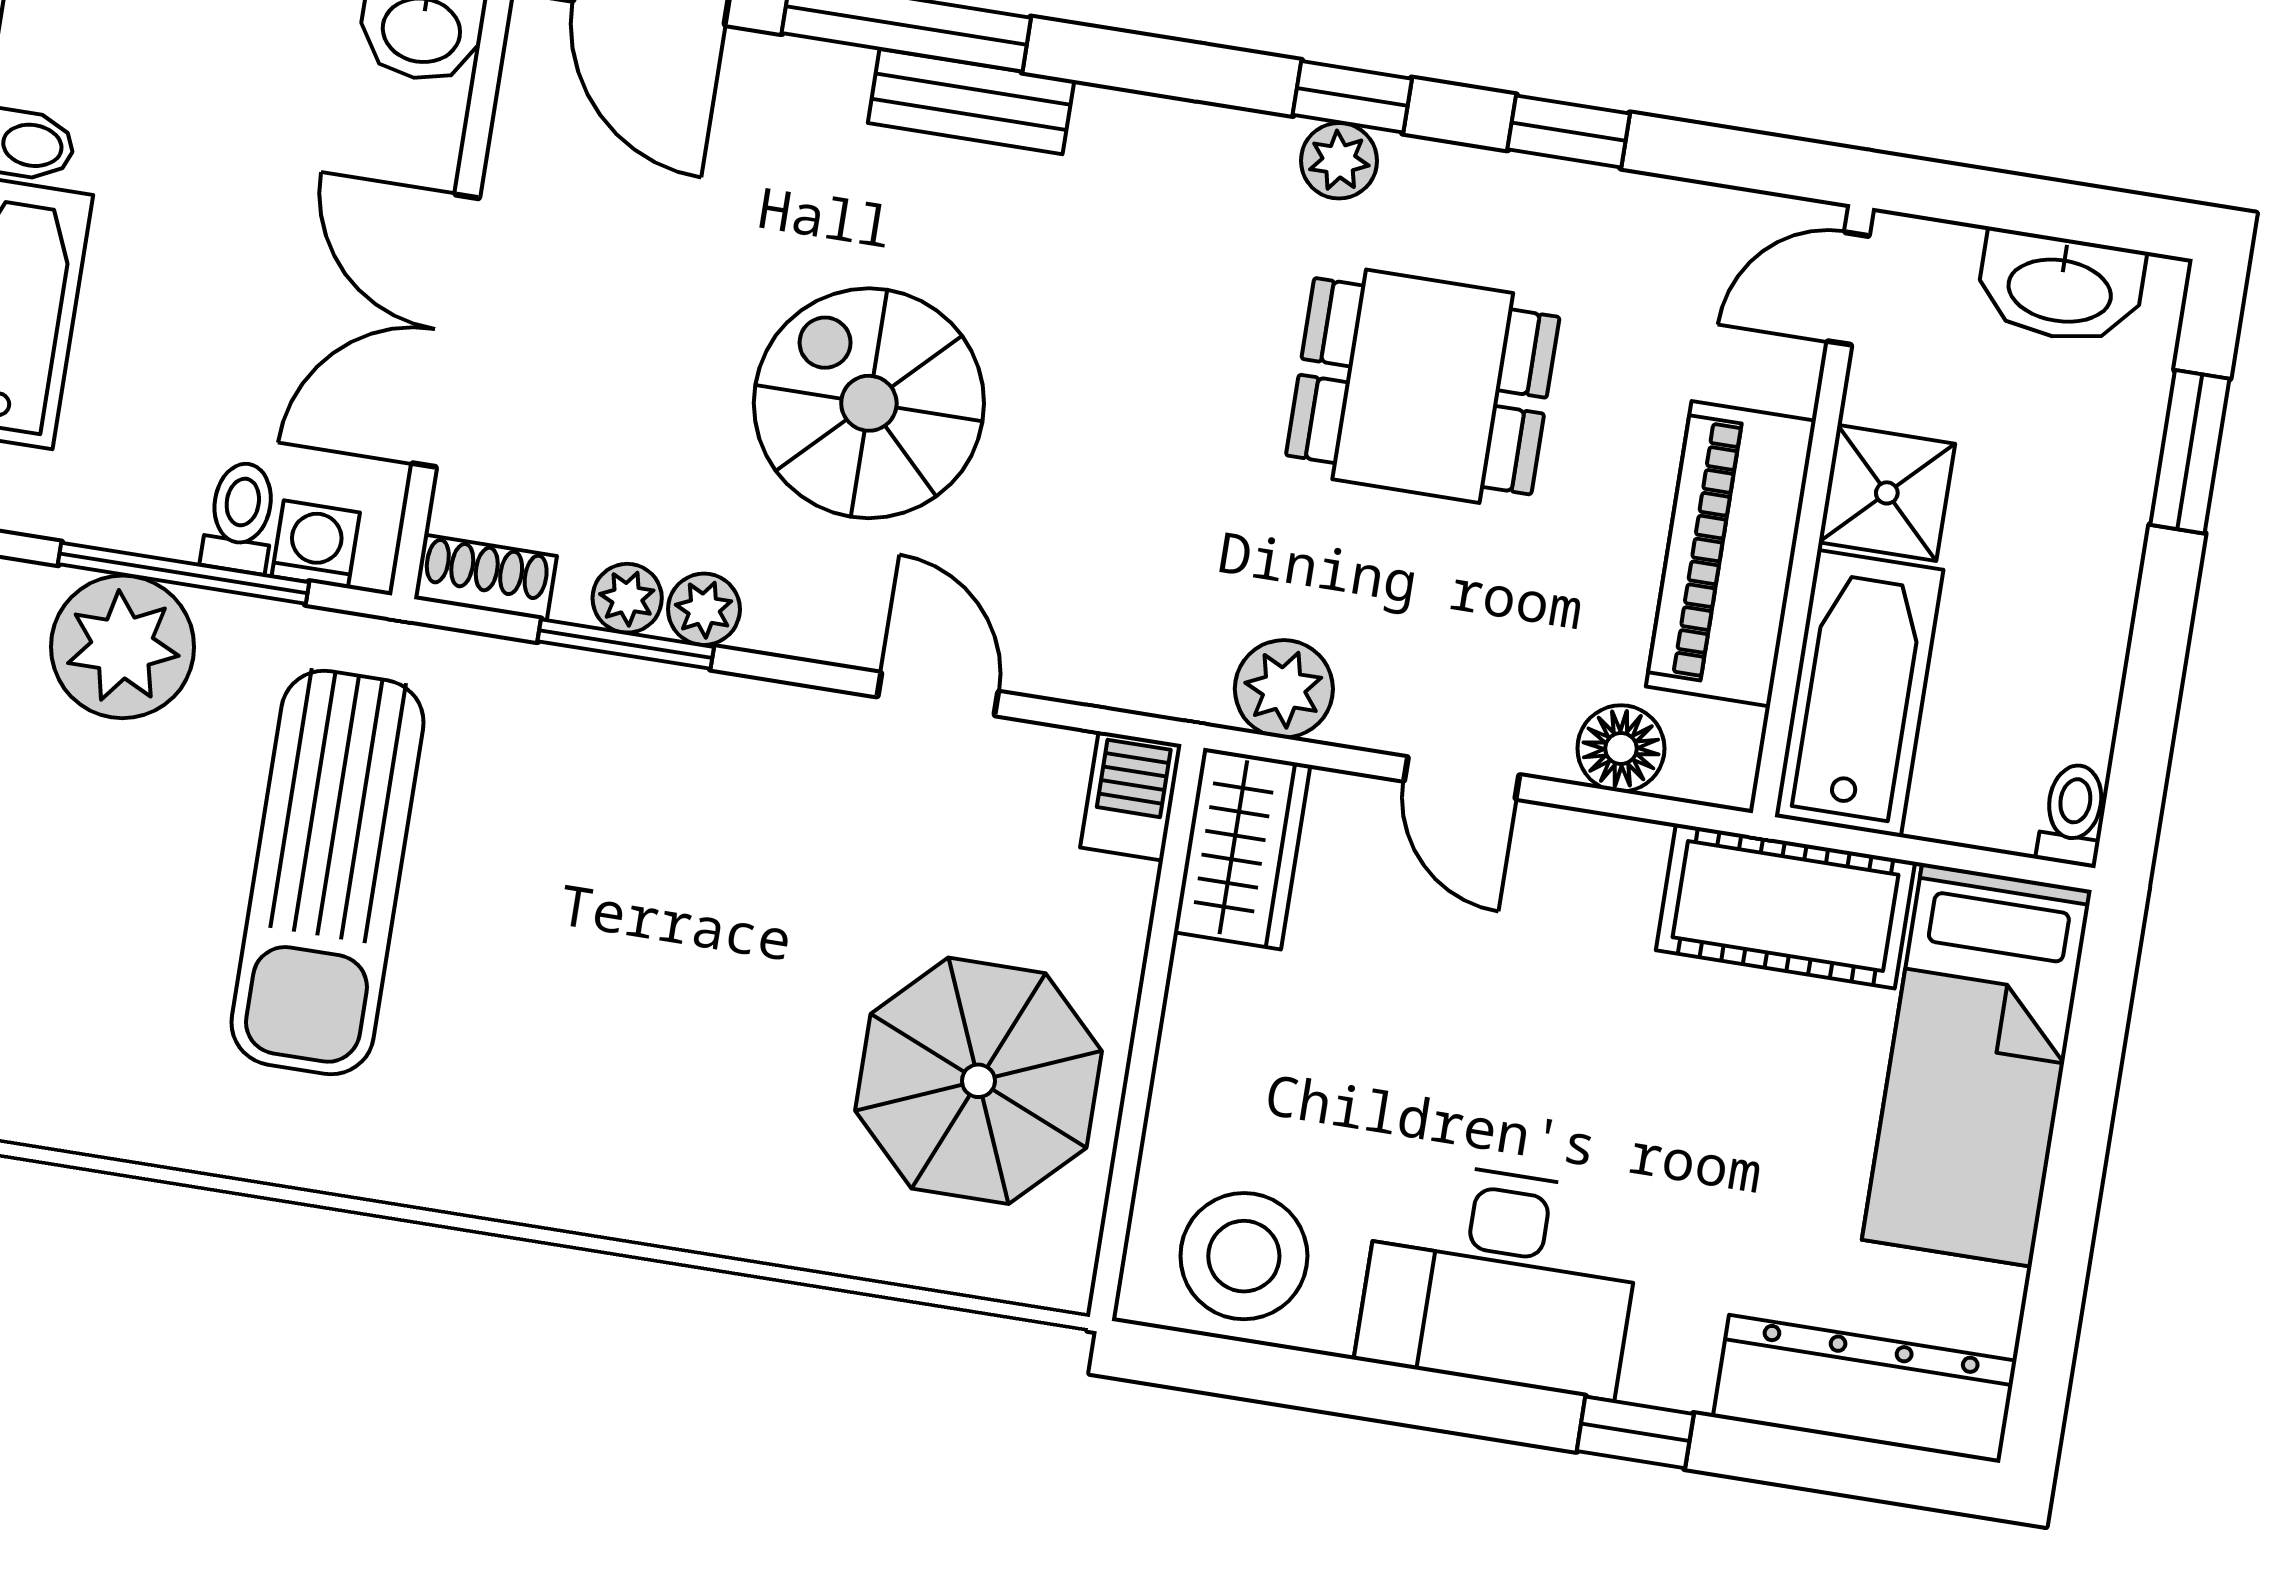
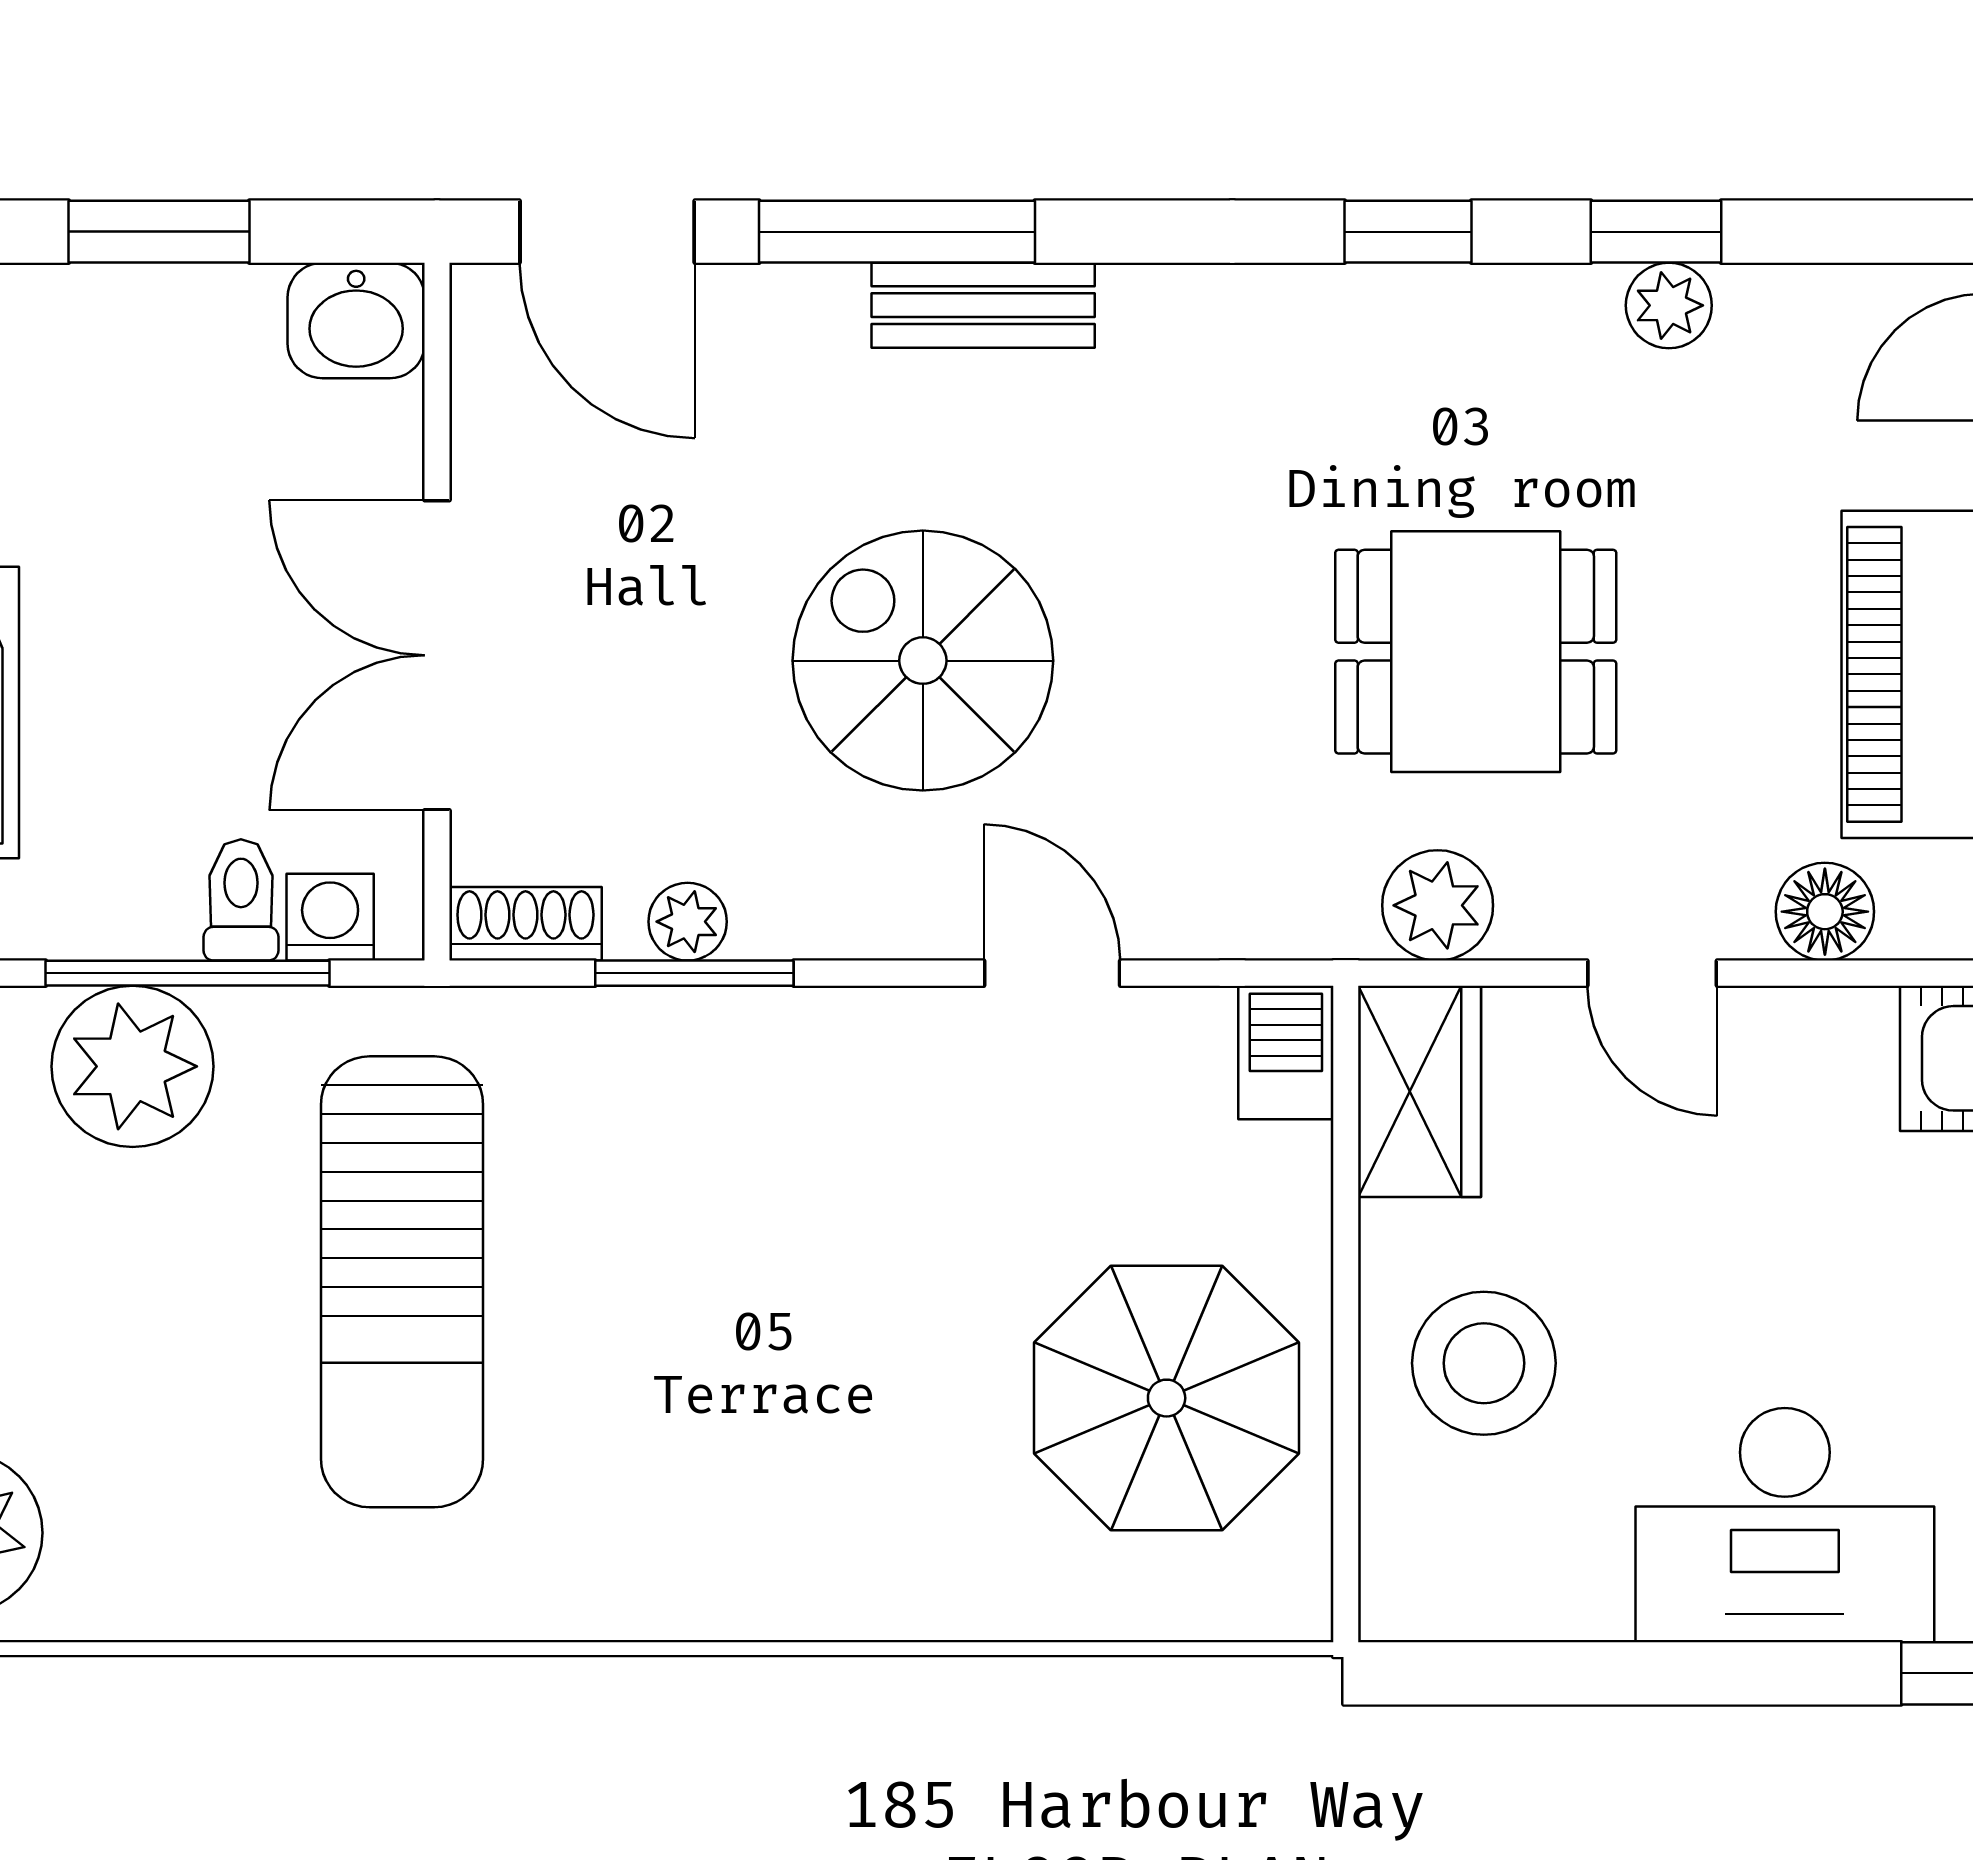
plant: (1339, 161) -> (1669, 305), moved
dining table: (1423, 386) -> (1476, 652), moved
plant: (704, 609) -> (775, 920), removed
stool: (1244, 1256) -> (1484, 1363), moved

